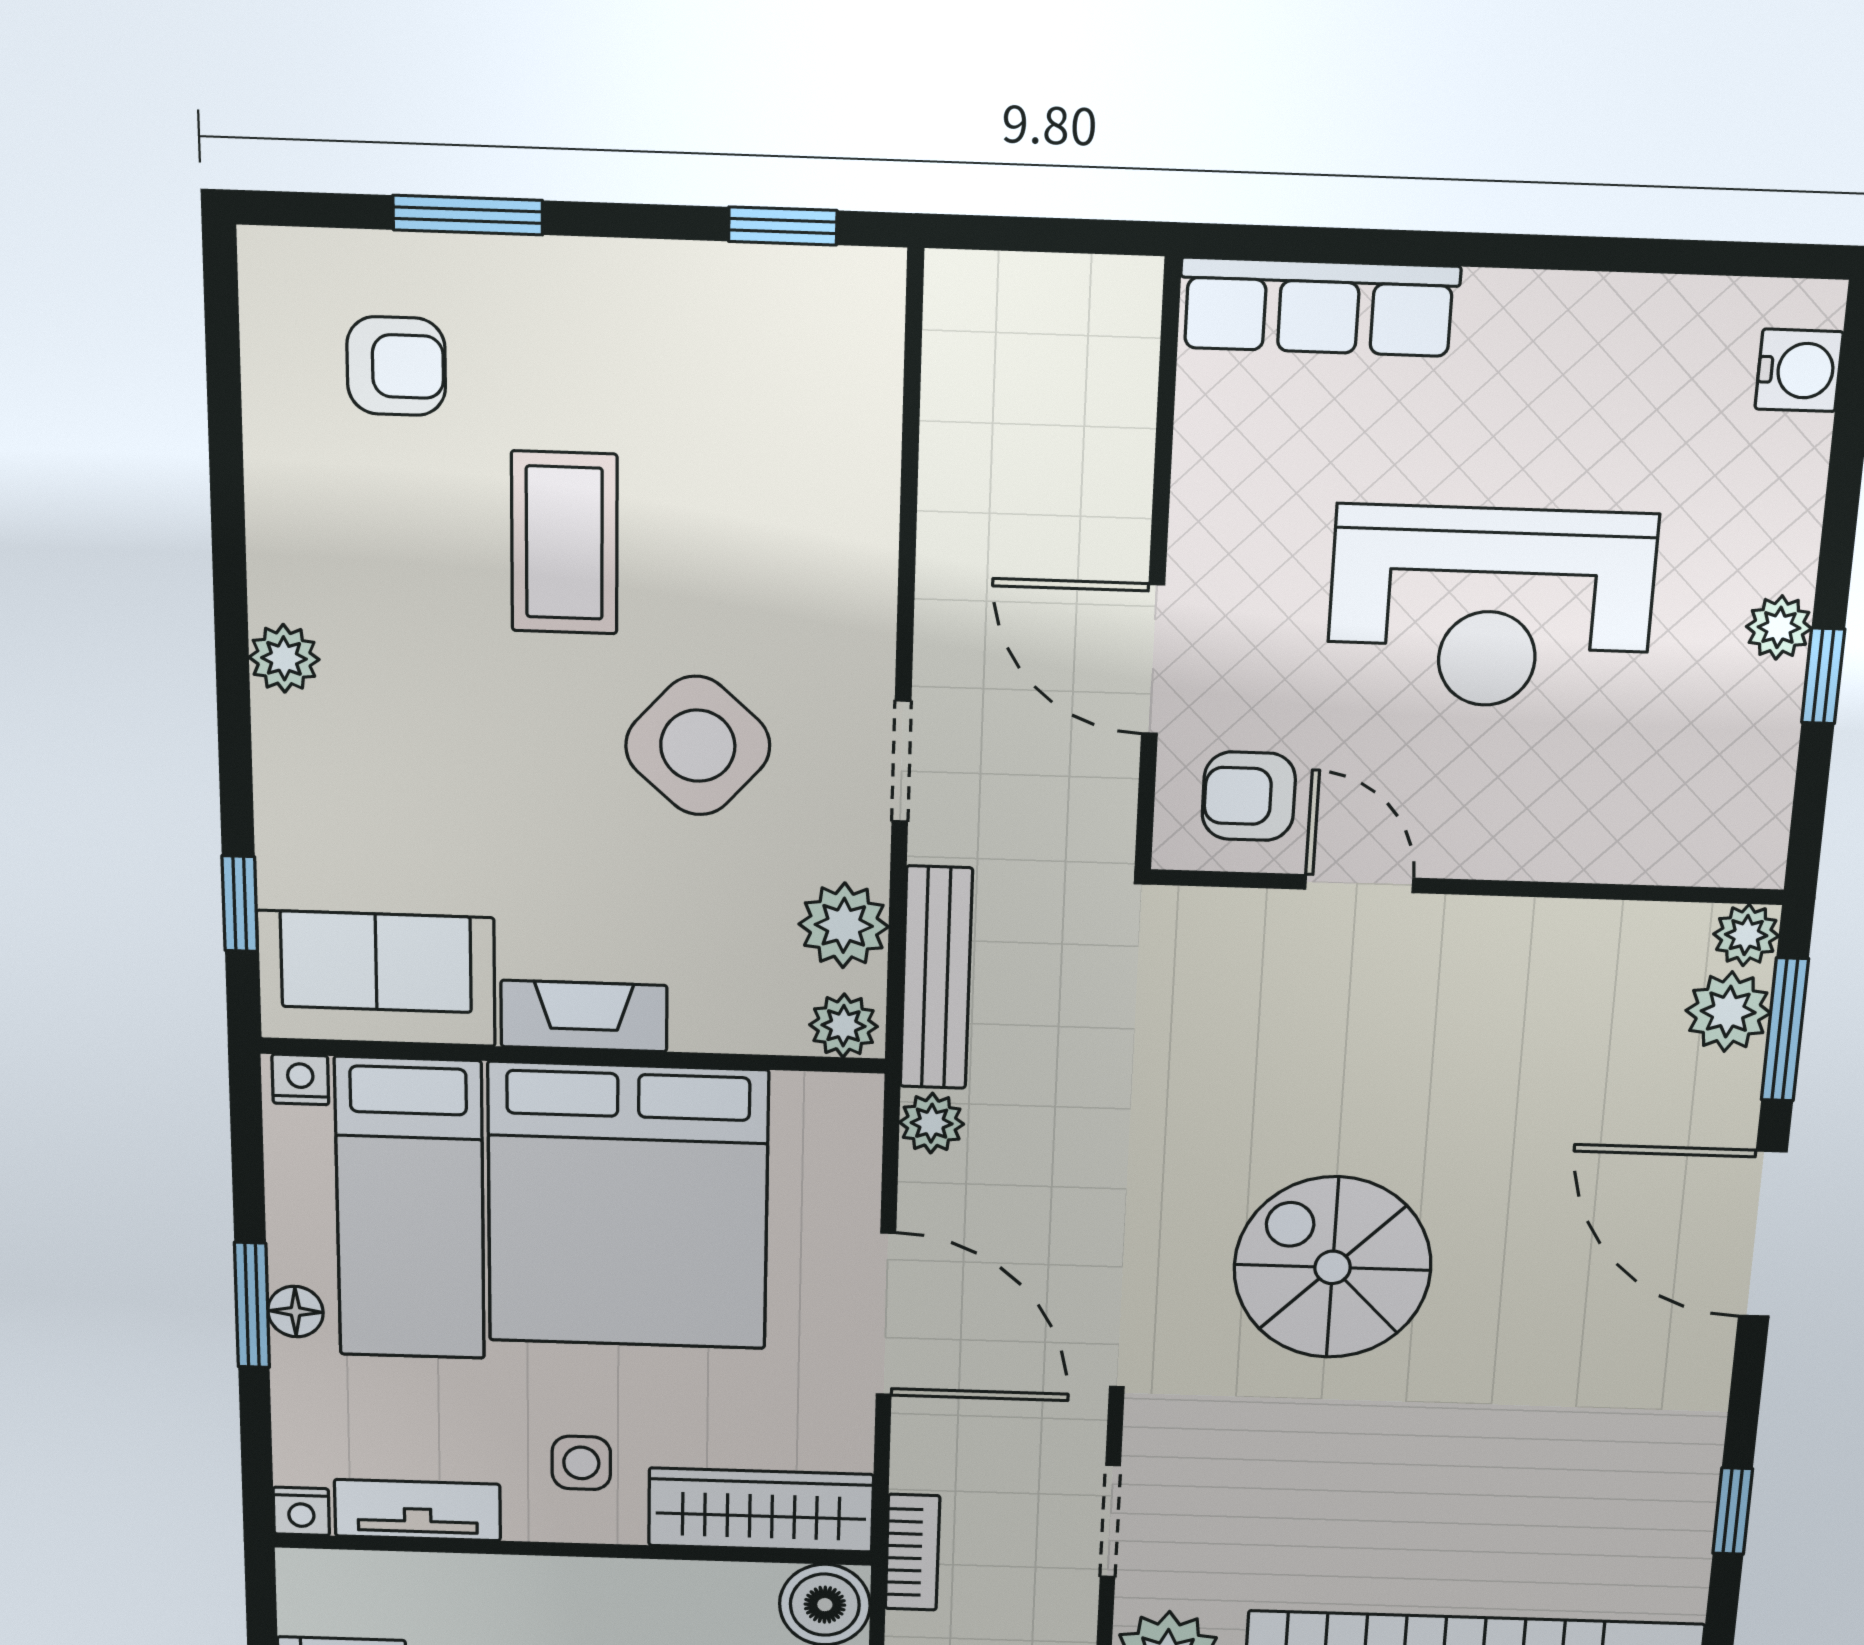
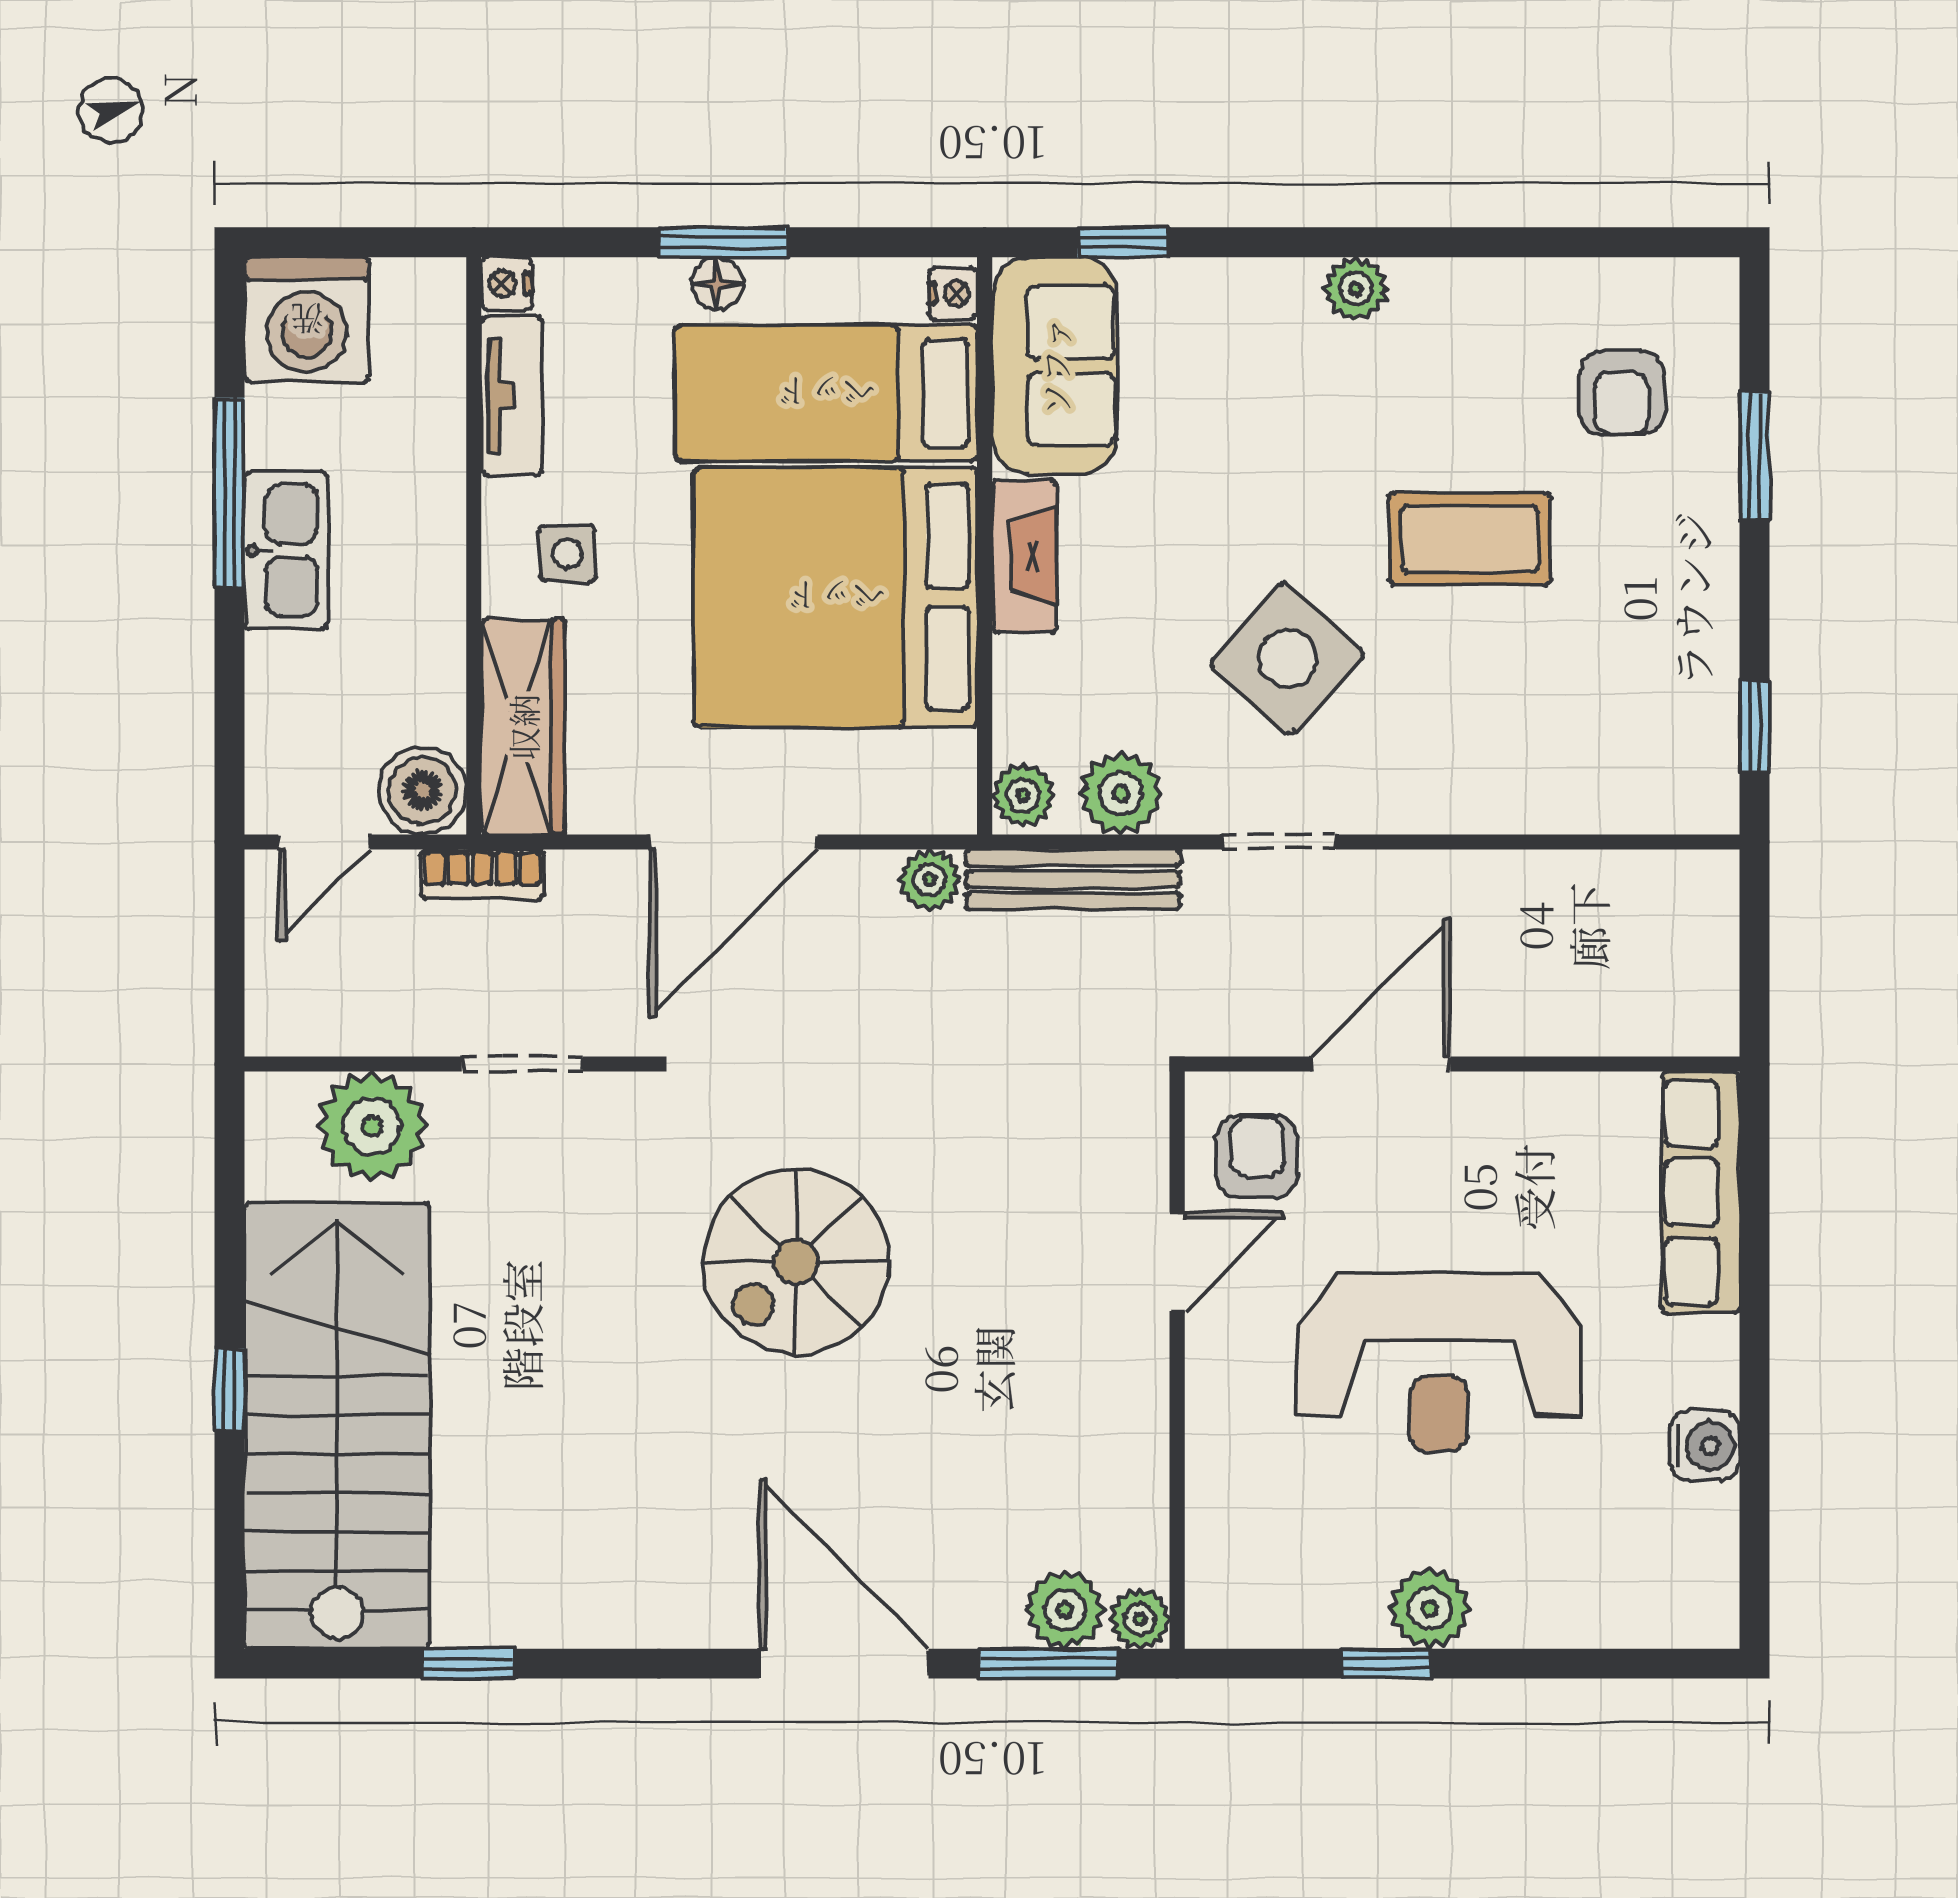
water cooler: (1799, 370) -> (1705, 1446), moved, turned -90
reception desk: (1491, 608) -> (1439, 1362), turned -90
plant: (1779, 627) -> (1429, 1609), width x1.38, depth x1.38
door: (1763, 1234) -> (844, 1664), hinge flipped
spiral stairs: (1333, 1267) -> (796, 1262), turned 180
window: (1733, 1511) -> (468, 1664), moved

